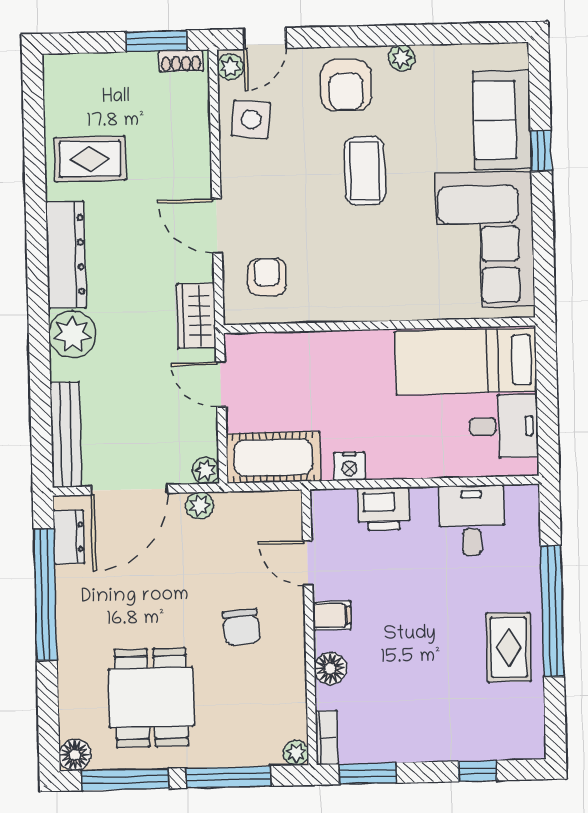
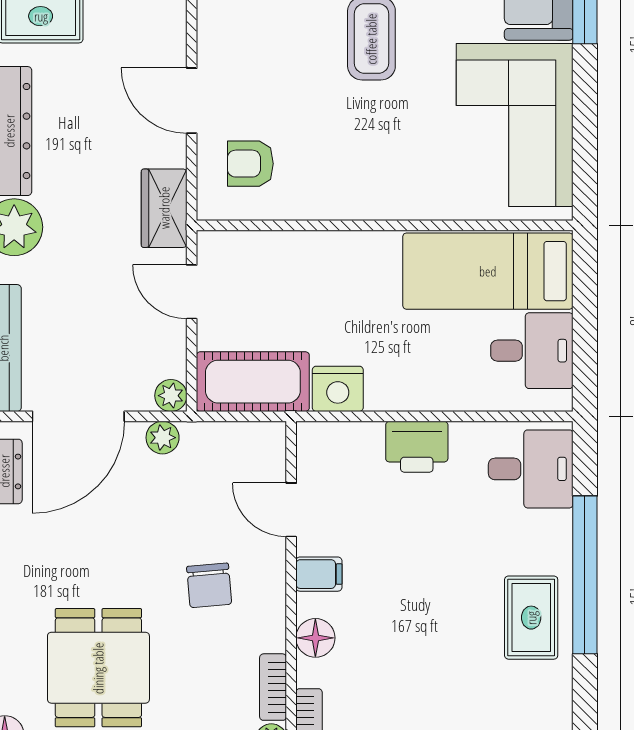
armchair: (267, 277) -> (250, 164), turned -90
nightstand: (349, 466) -> (338, 389), width x1.36, depth x1.33
printer: (384, 509) -> (417, 447), moved
desk: (472, 520) -> (531, 469), moved, turned 90
bookcase: (296, 710) -> (273, 687), added

